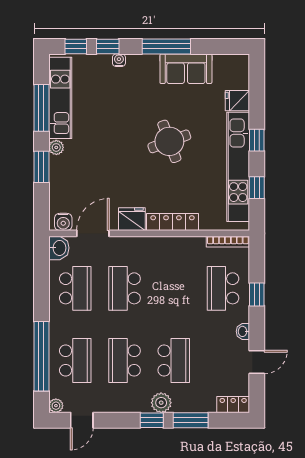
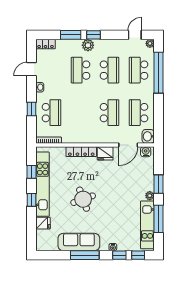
sofa: (186, 69) -> (79, 242), width x1.36

